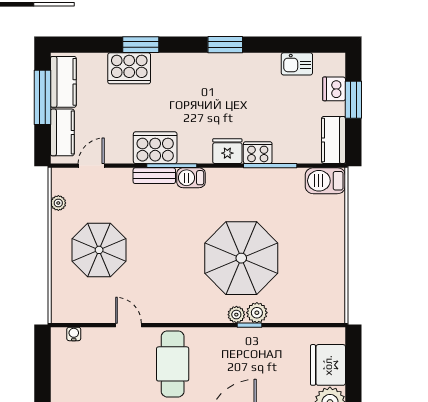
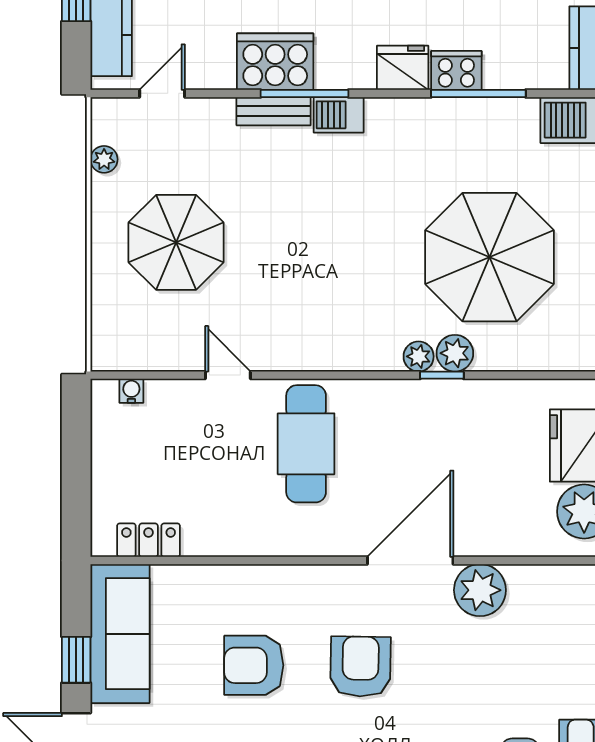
parasol: (241, 258) -> (489, 257), moved

